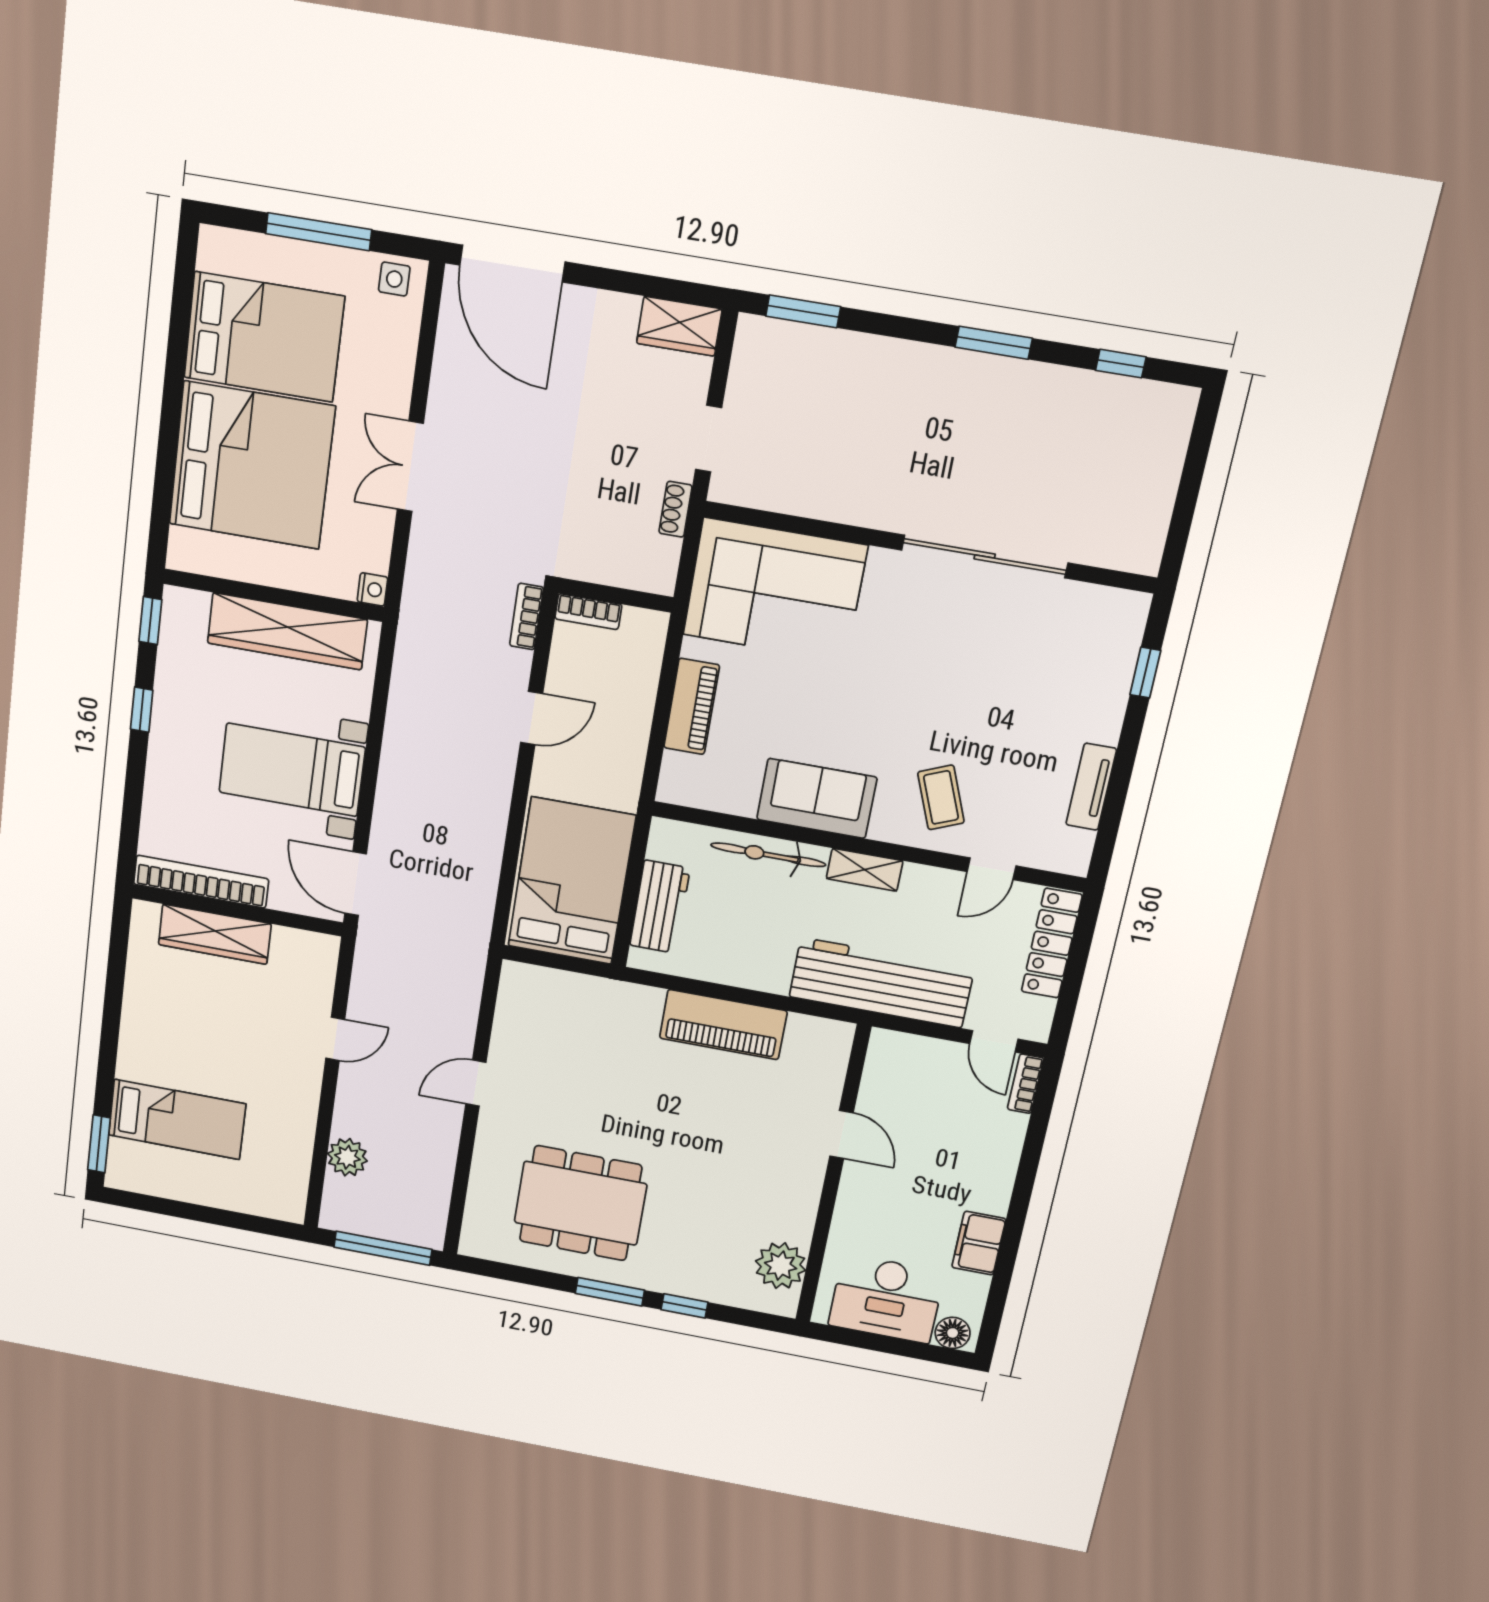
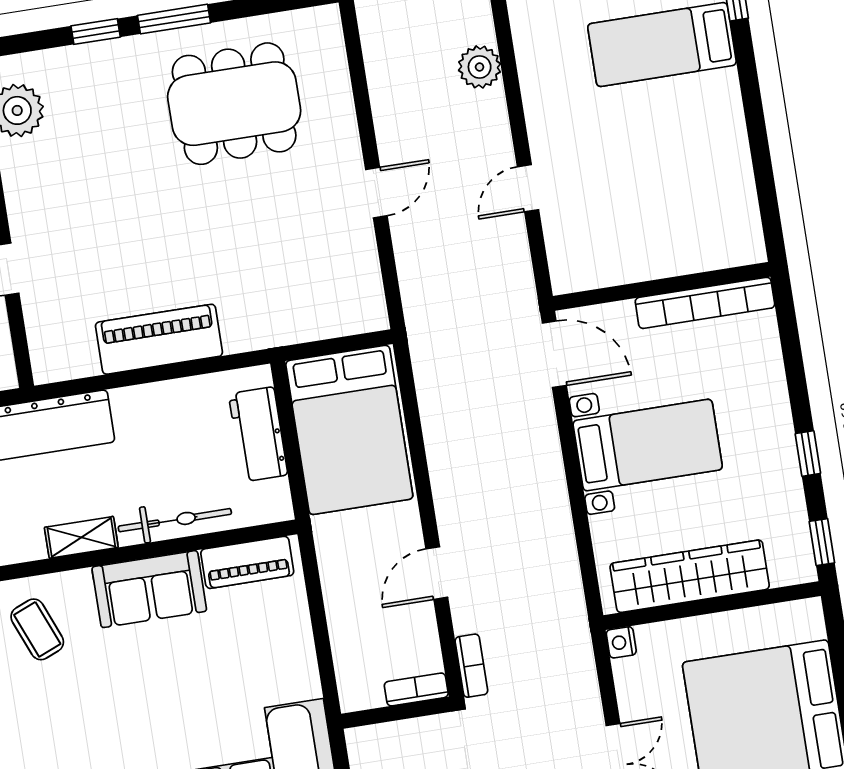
piano: (692, 706) -> (247, 562), moved, turned -90
wardrobe: (215, 934) -> (677, 254), removed

